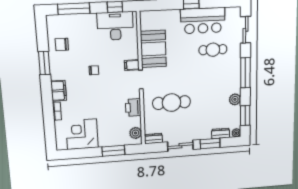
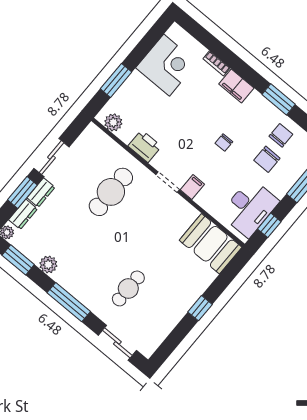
bar counter: (203, 21) -> (170, 305), removed
chair: (81, 40) -> (267, 159), added
booth: (153, 49) -> (211, 244), moved
dresser: (153, 139) -> (41, 193), moved

